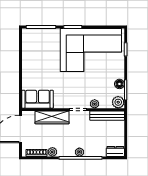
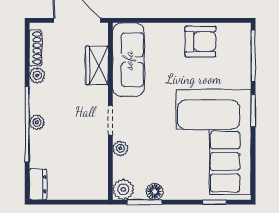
armchair: (33, 58) -> (200, 42), added
sofa: (38, 99) -> (128, 60), width x1.36
bench: (107, 116) -> (100, 170), removed
wardrobe: (52, 117) -> (97, 65), width x0.67

